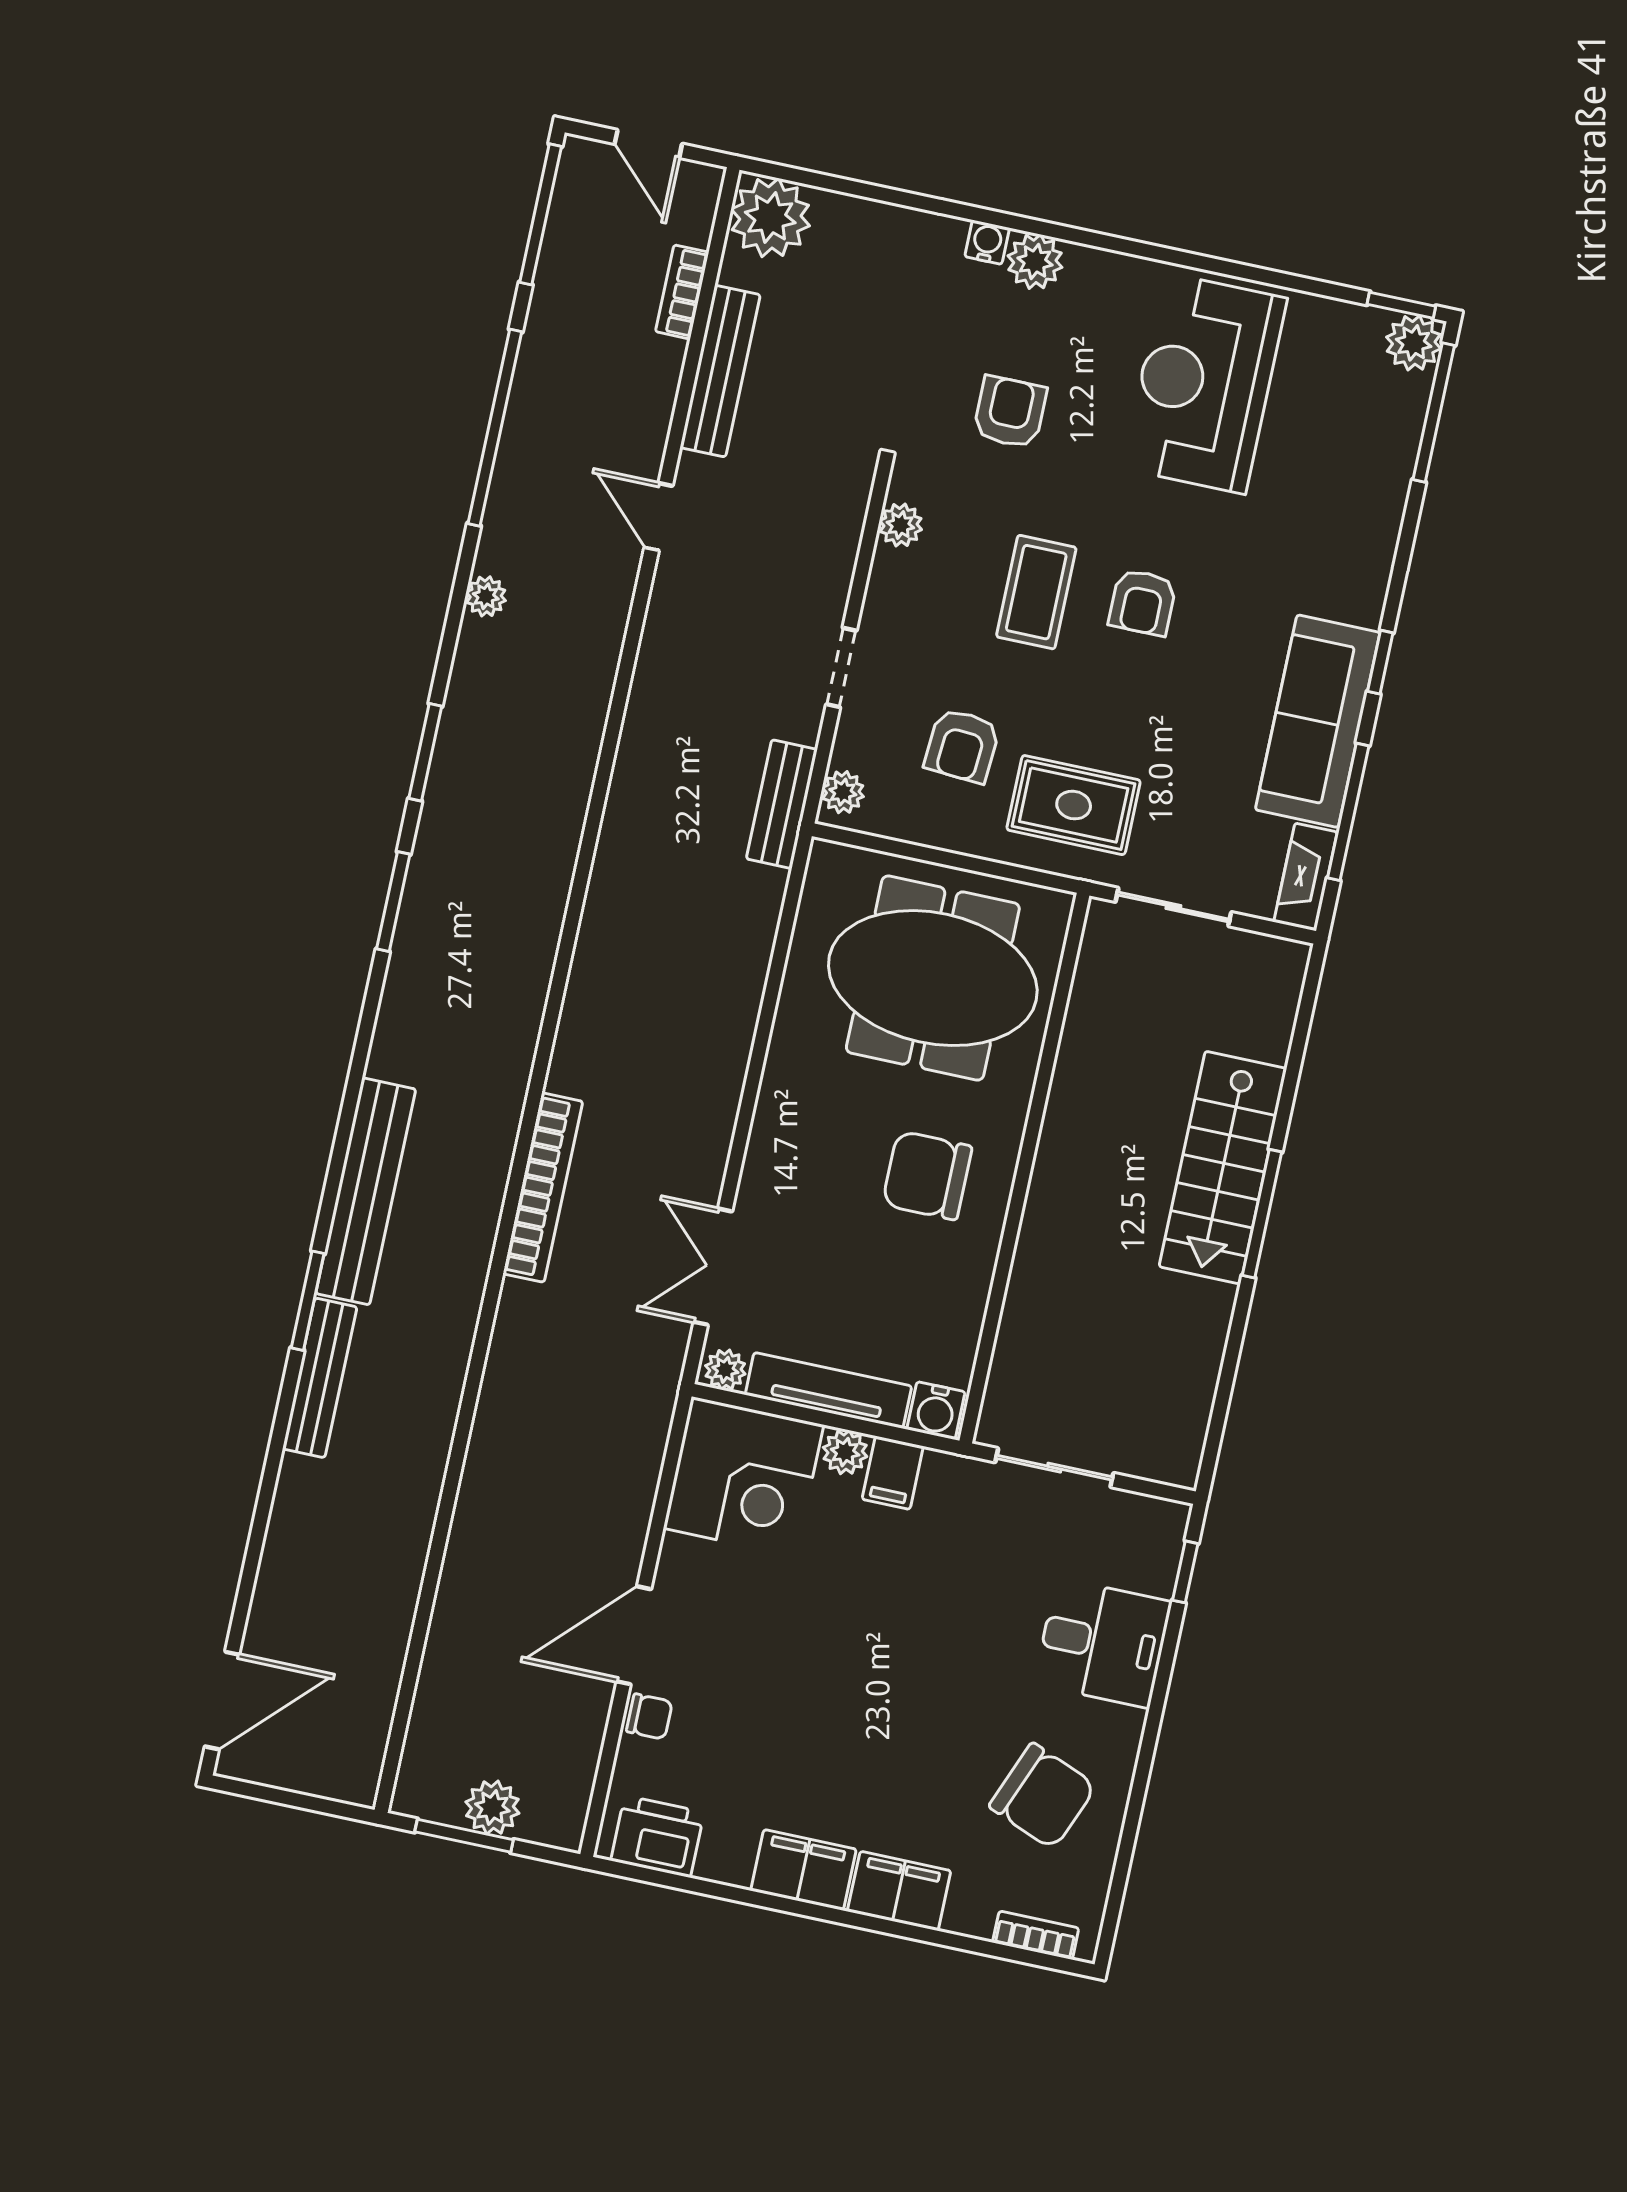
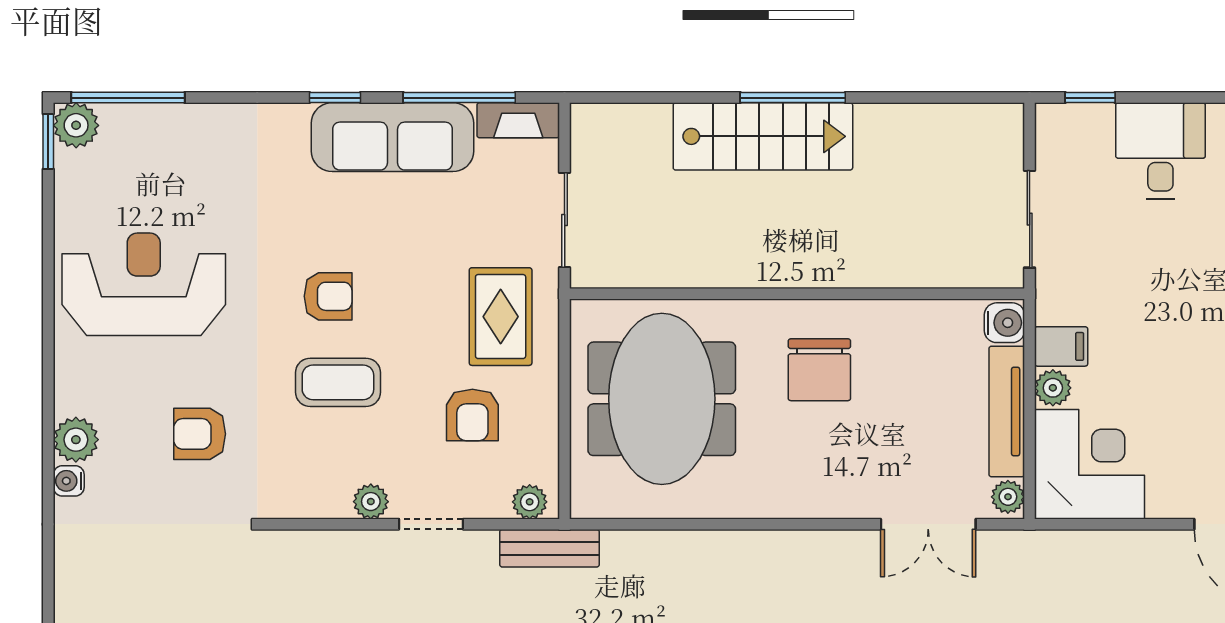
reception desk: (1205, 383) -> (144, 284), turned 180
plant: (900, 525) -> (371, 502), moved
armchair: (962, 746) -> (472, 415), turned 86

